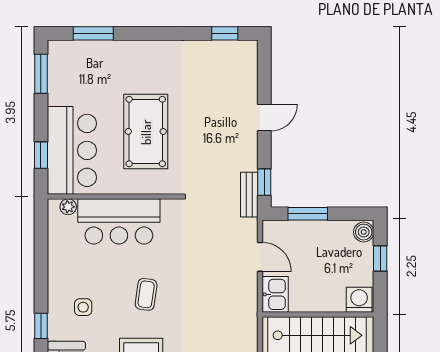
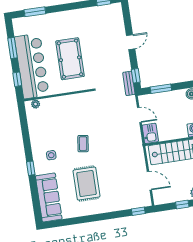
window: (41, 74) -> (13, 48), moved
bar counter: (72, 150) -> (32, 66), width x1.36
bar counter: (119, 221) -> (63, 108), removed

